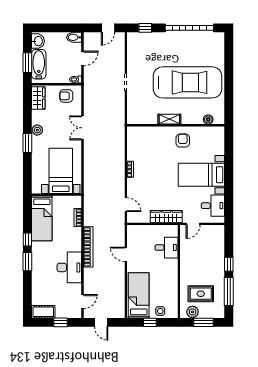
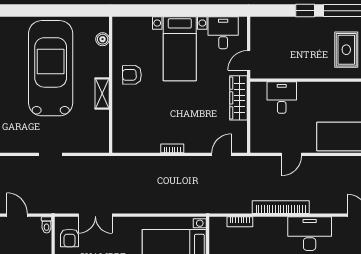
double door: (83, 128) -> (95, 215), moved
door: (193, 224) -> (249, 60), swing flipped

